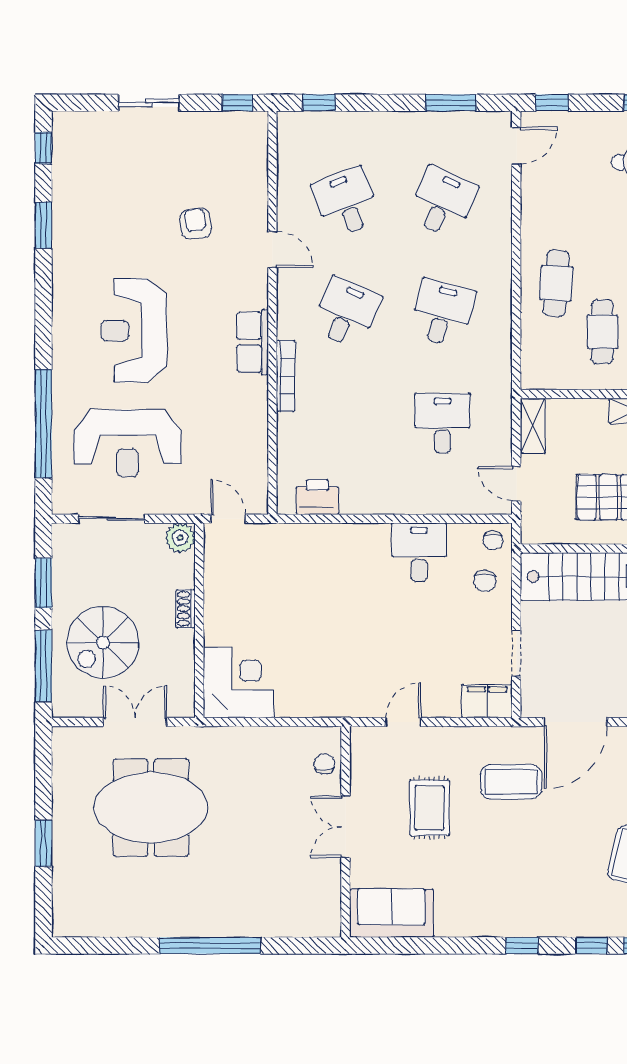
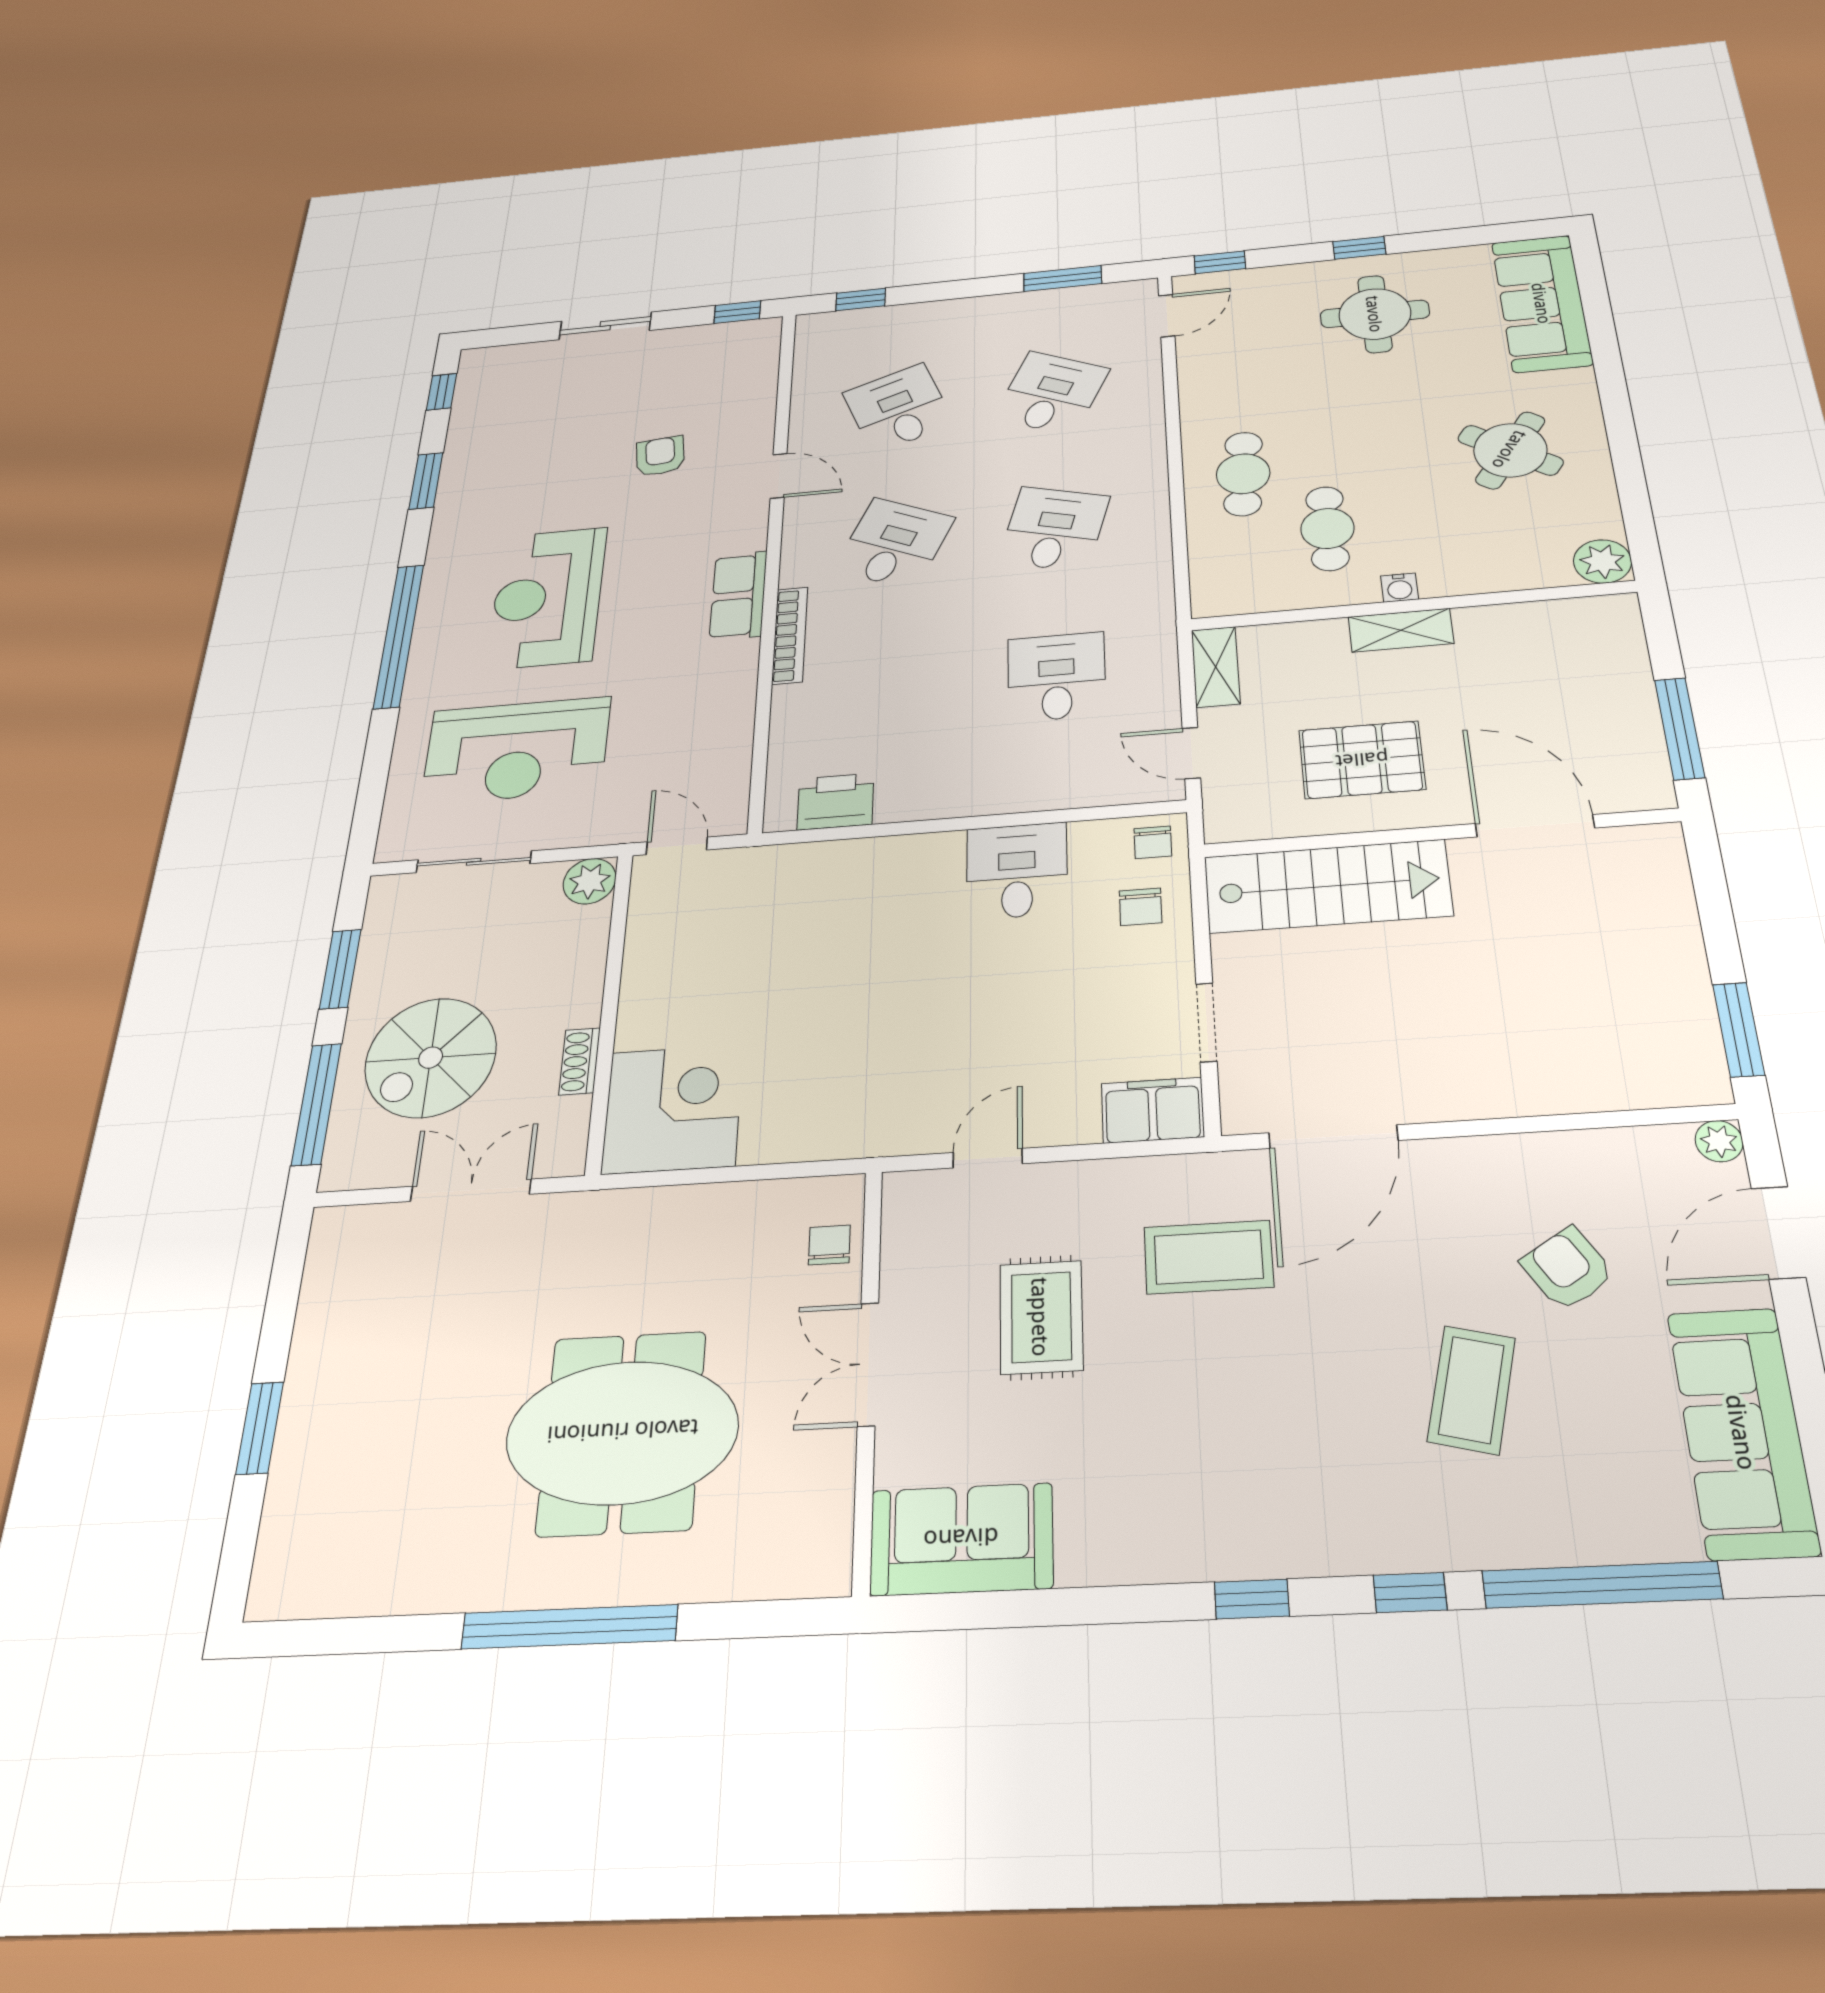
window: (43, 424) -> (399, 636), moved
shoe rack: (186, 609) -> (580, 1061), moved
meeting table: (151, 808) -> (622, 1432), moved

